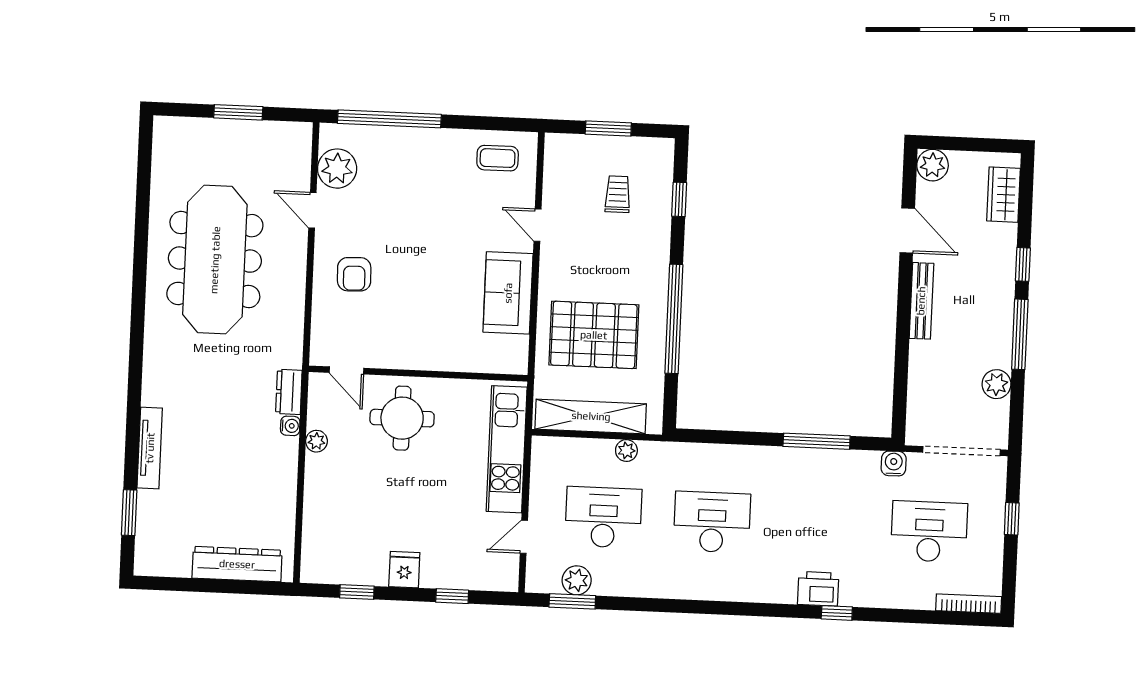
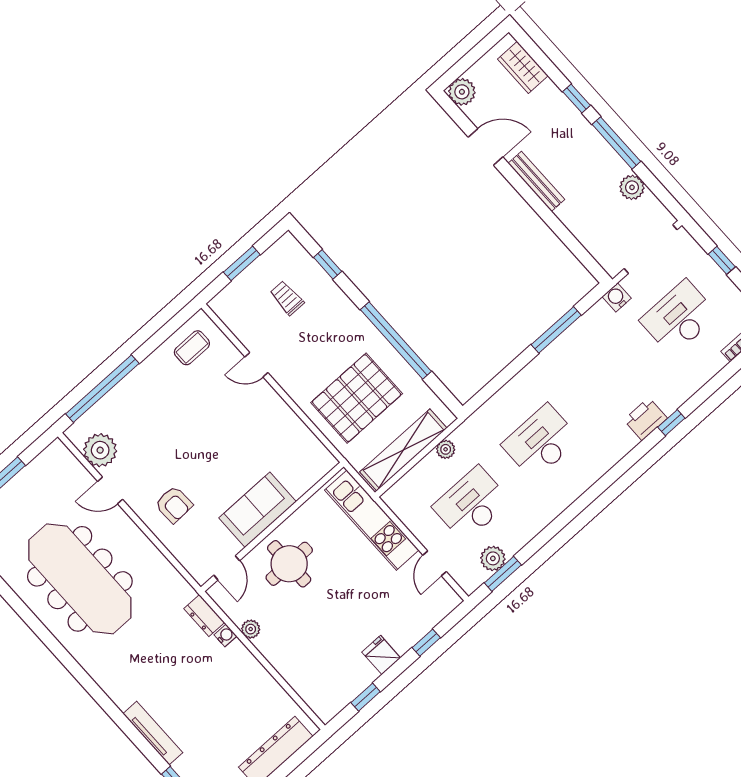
sofa: (508, 293) -> (258, 510), moved, turned 90
door: (346, 370) -> (227, 568), hinge flipped

